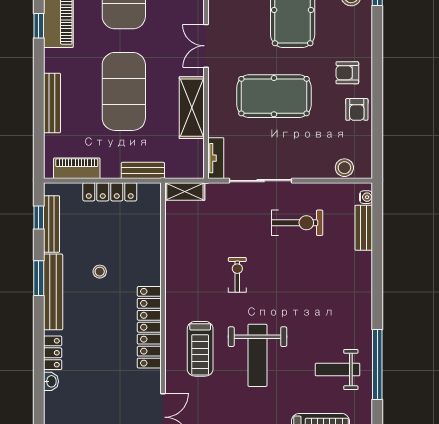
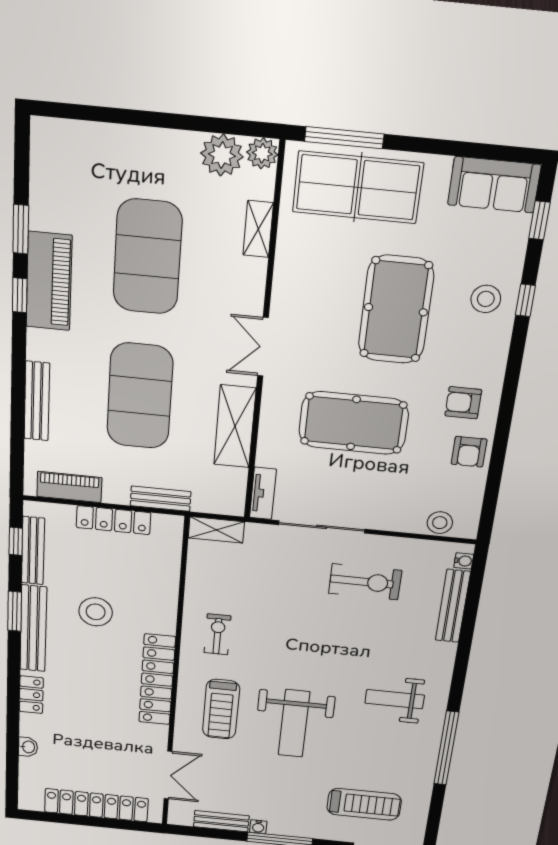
bench: (364, 228) -> (453, 606), width x1.36
stool: (100, 272) -> (96, 612), width x1.89, depth x1.89
exercise bike: (237, 275) -> (218, 634), moved
weight bench: (338, 370) -> (395, 699), moved
washbasin: (51, 381) -> (28, 747), moved

